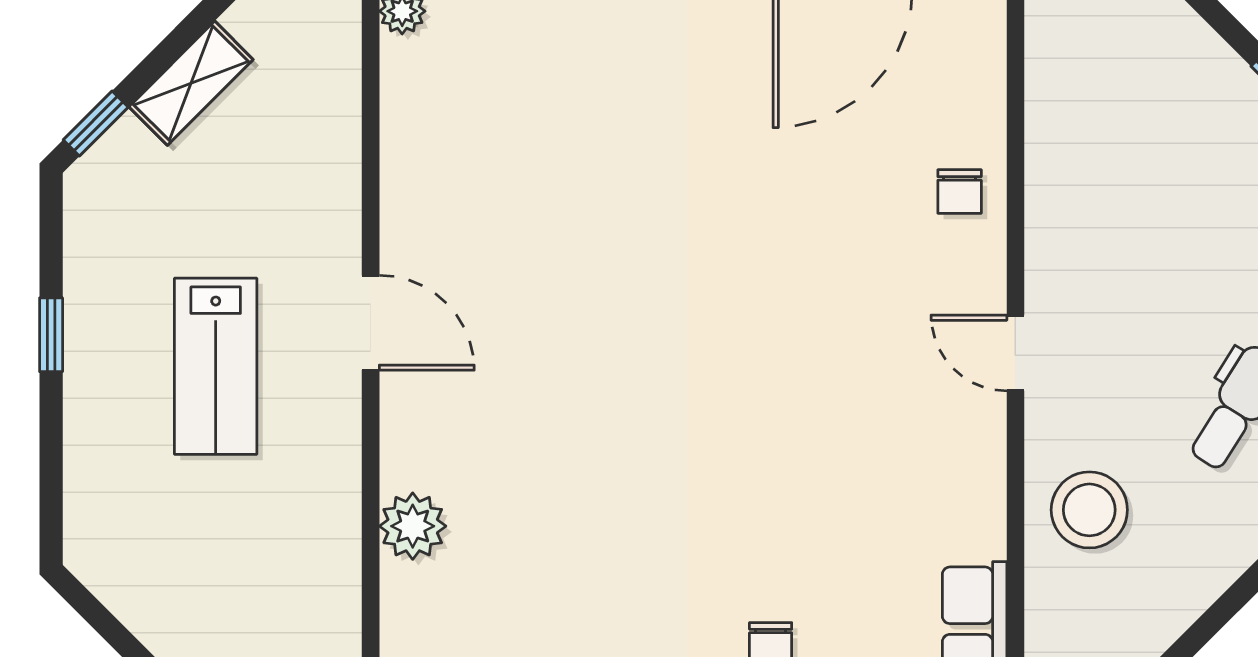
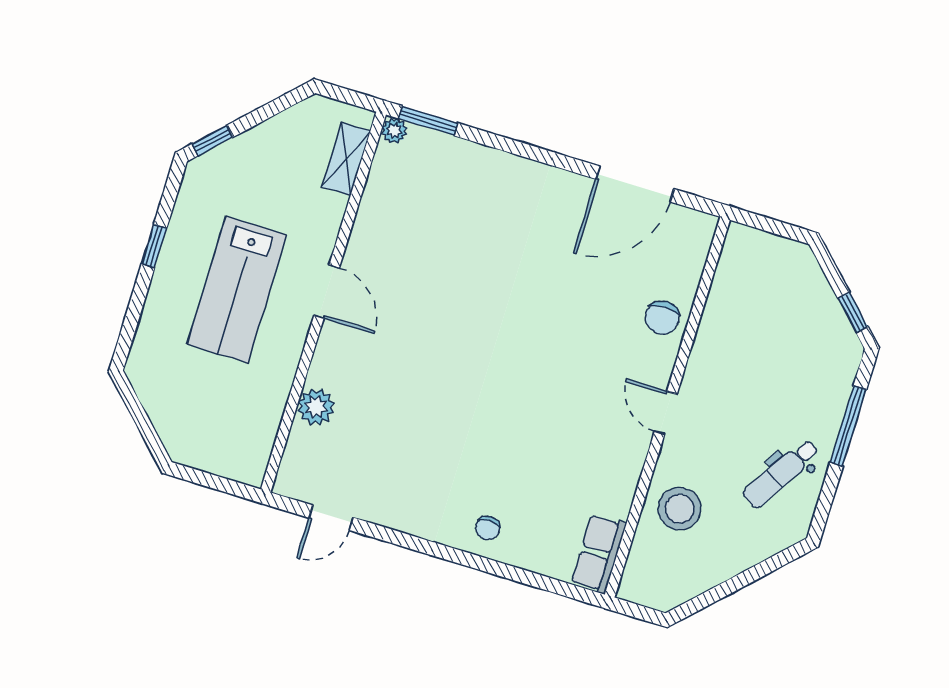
shelving: (191, 83) -> (346, 159), moved, turned -45
chair: (960, 191) -> (662, 318), width x1.37, depth x1.37
lab bench: (216, 366) -> (237, 290), width x1.36, depth x1.39

